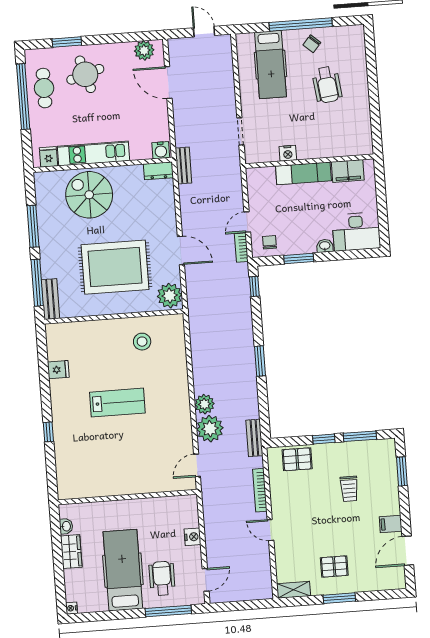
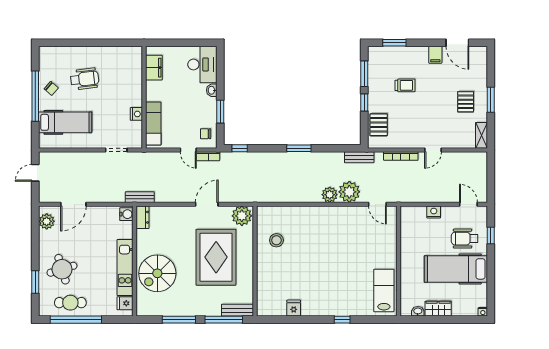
exam couch: (303, 173) -> (153, 124), moved
lab bench: (117, 403) -> (384, 290), moved
window: (168, 611) -> (491, 236), width x0.46

